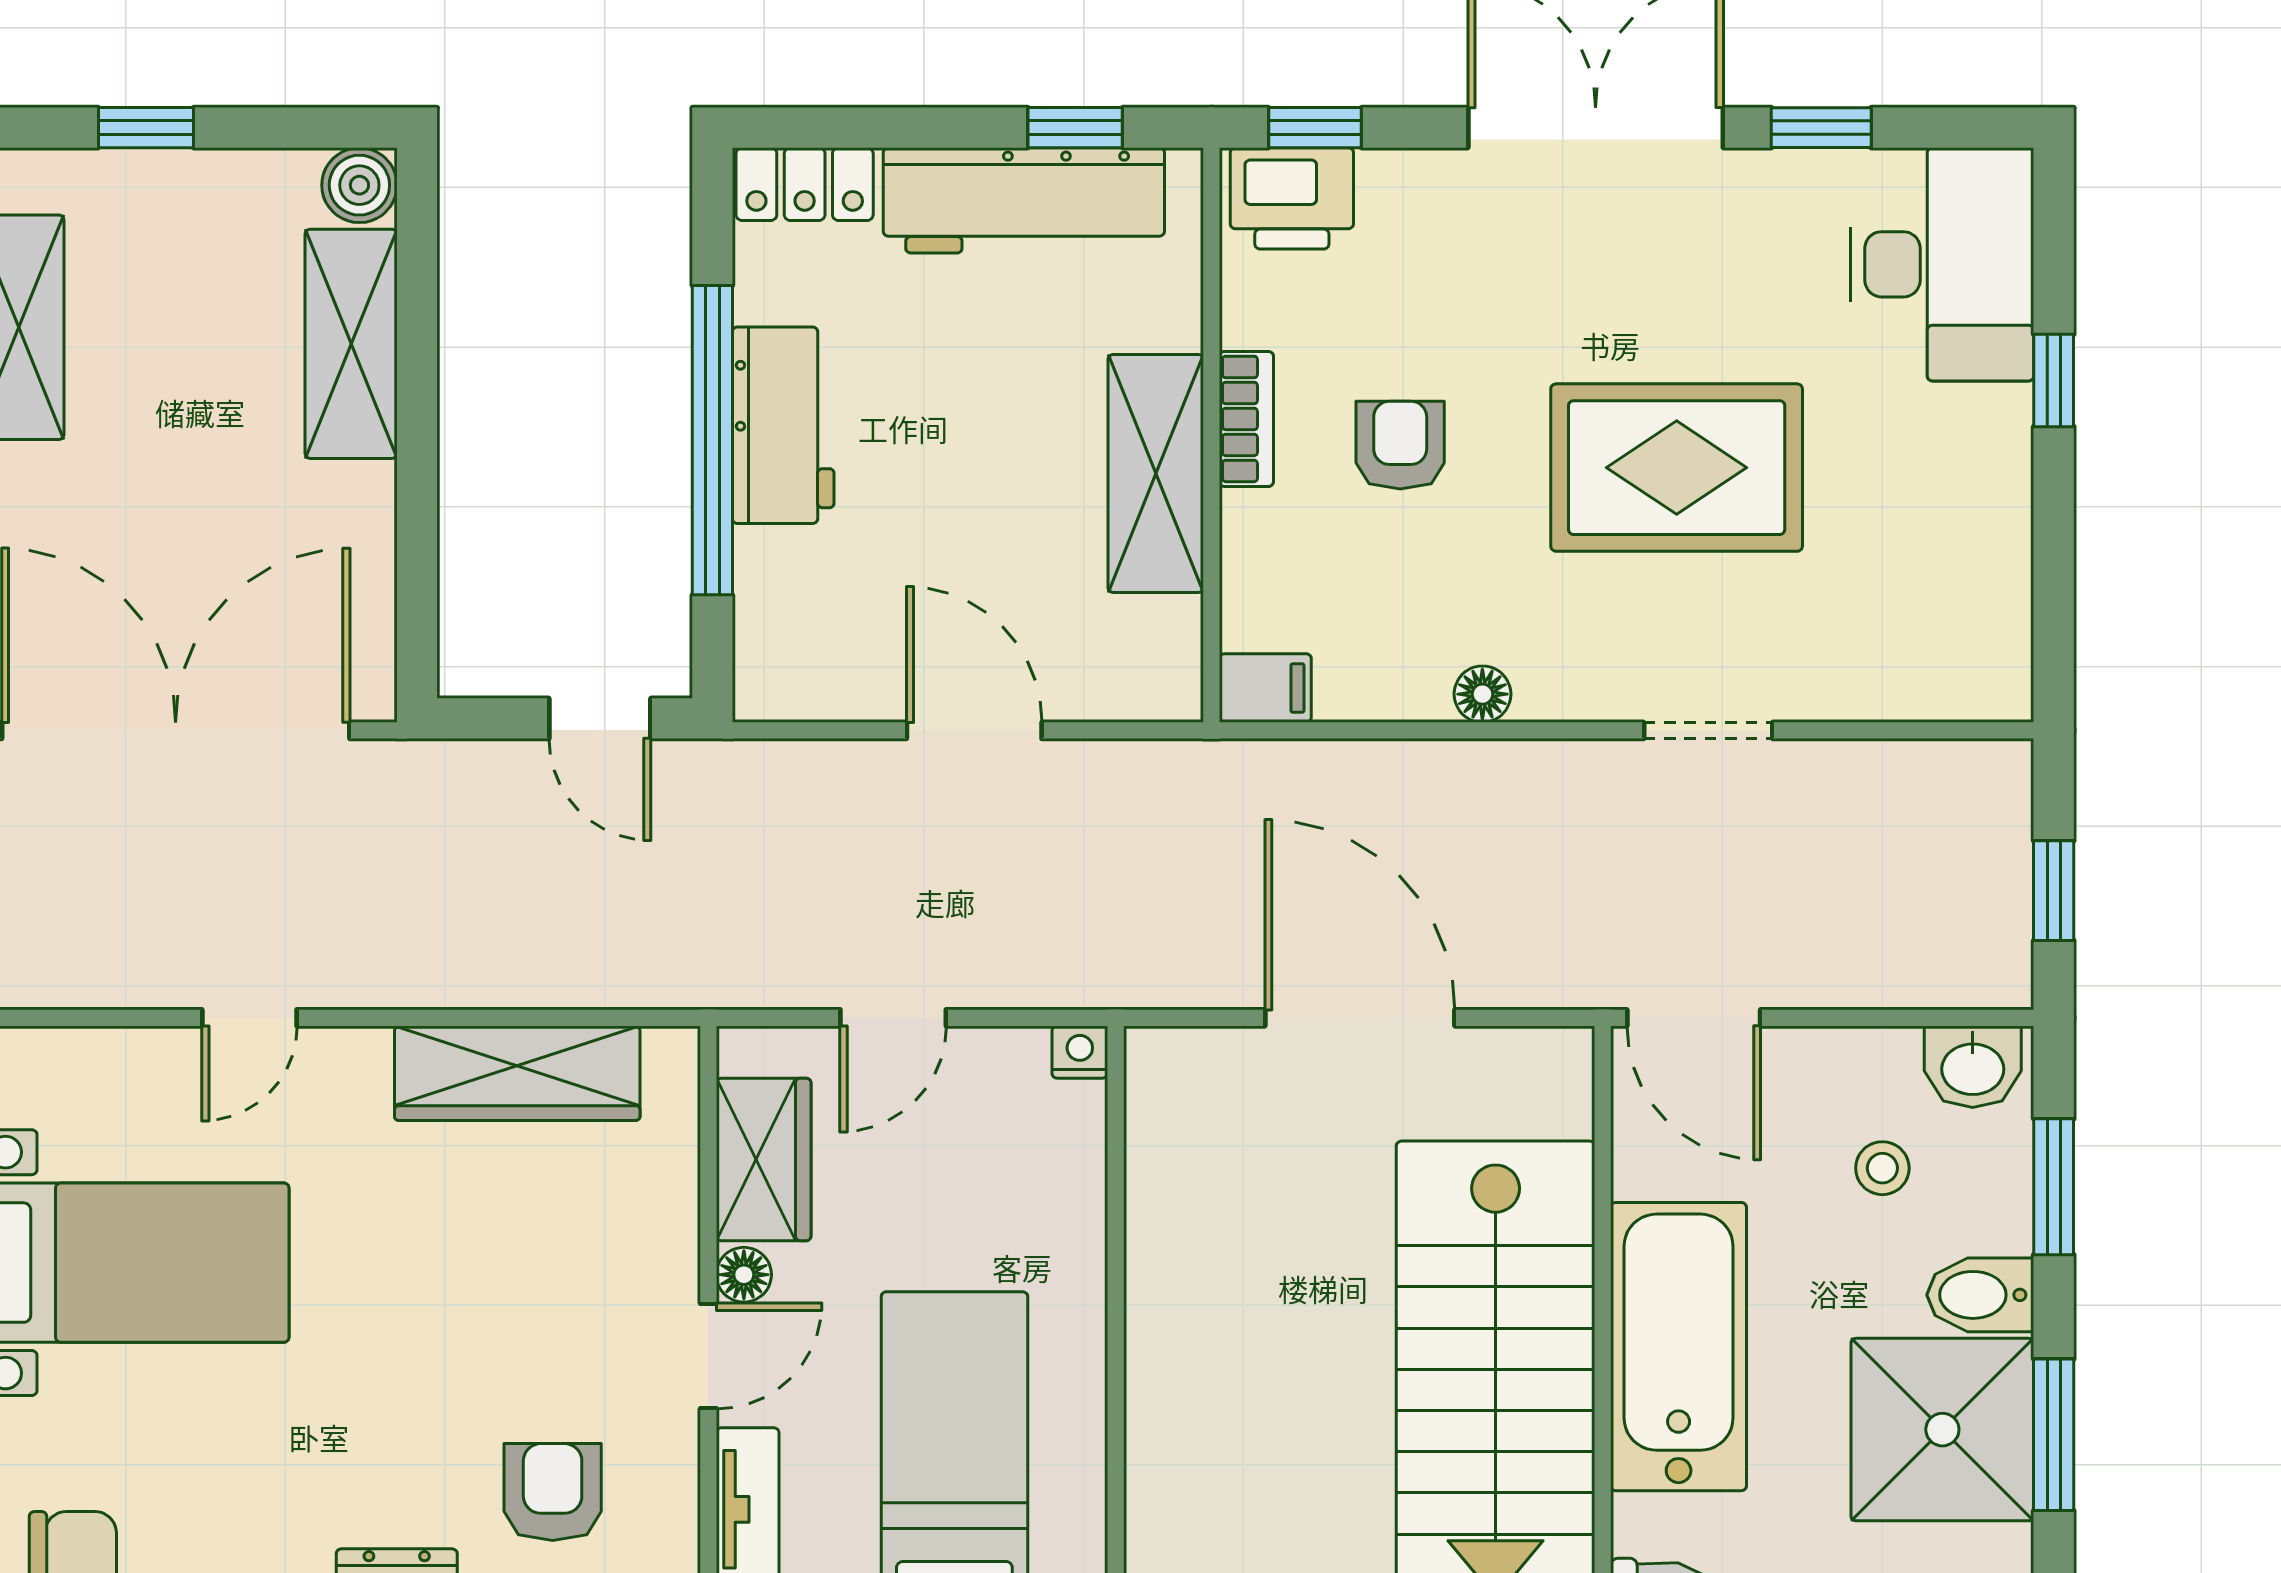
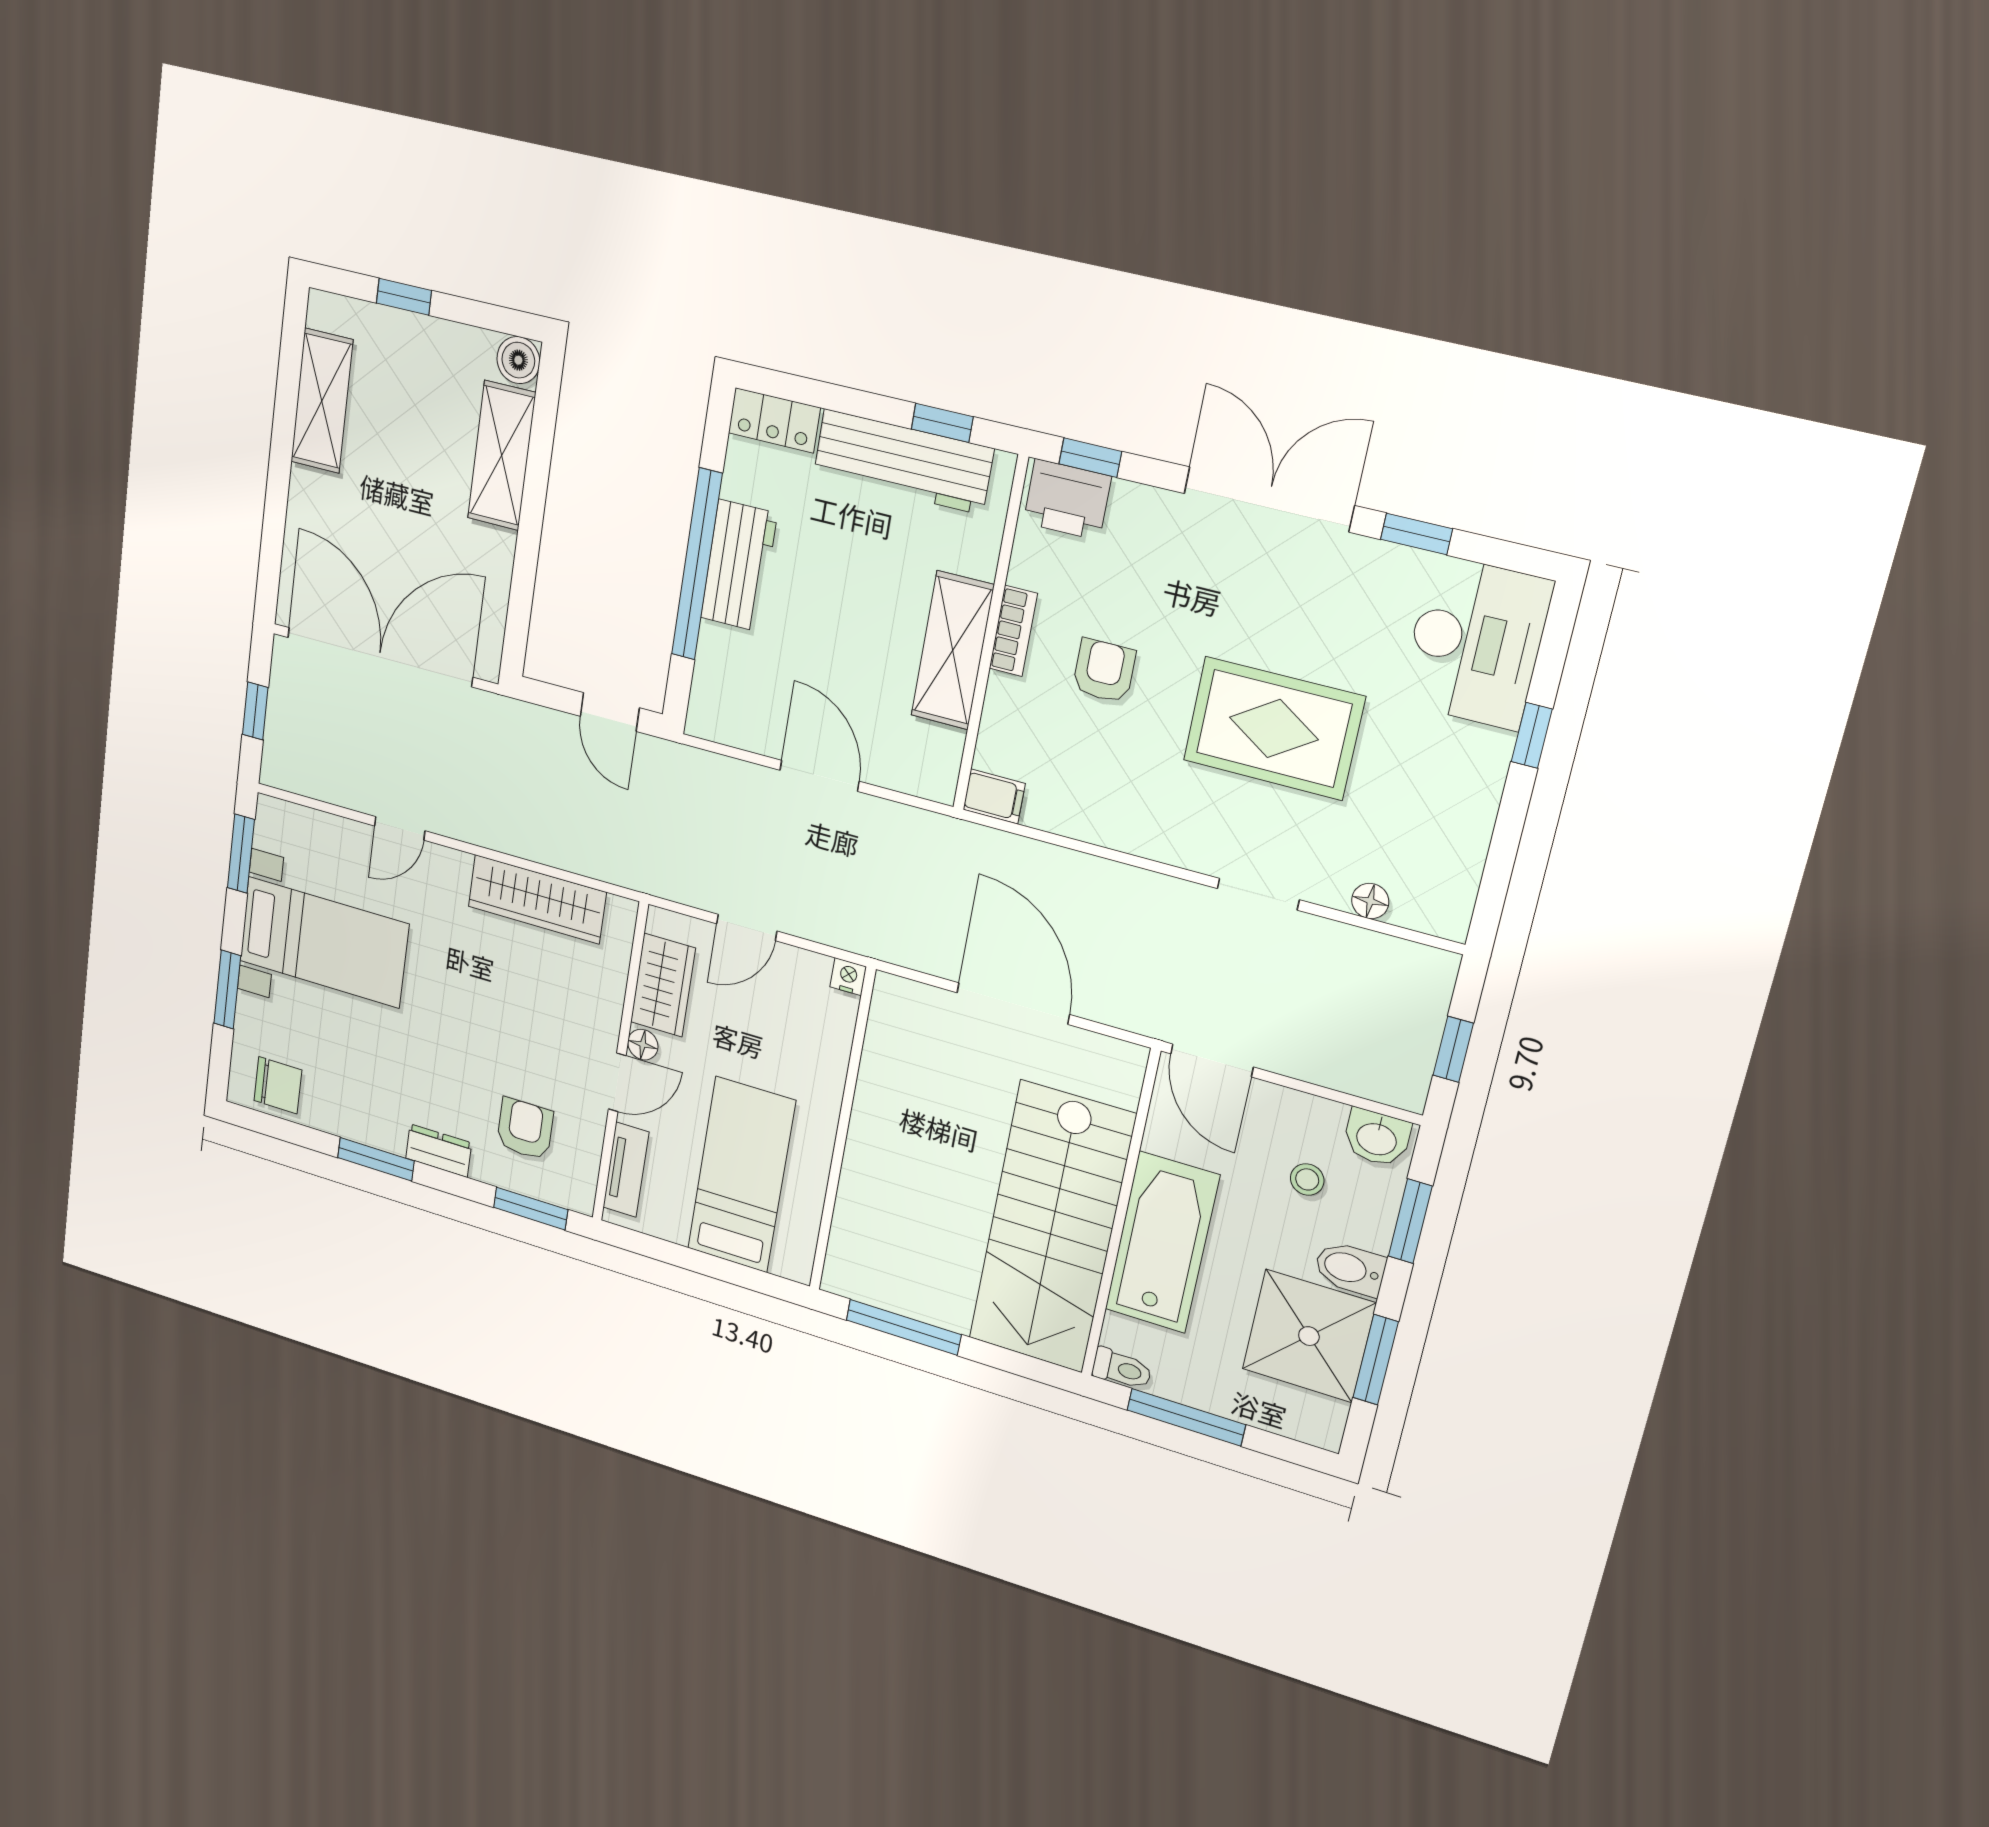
floor lamp: (1482, 694) -> (1370, 901), moved

